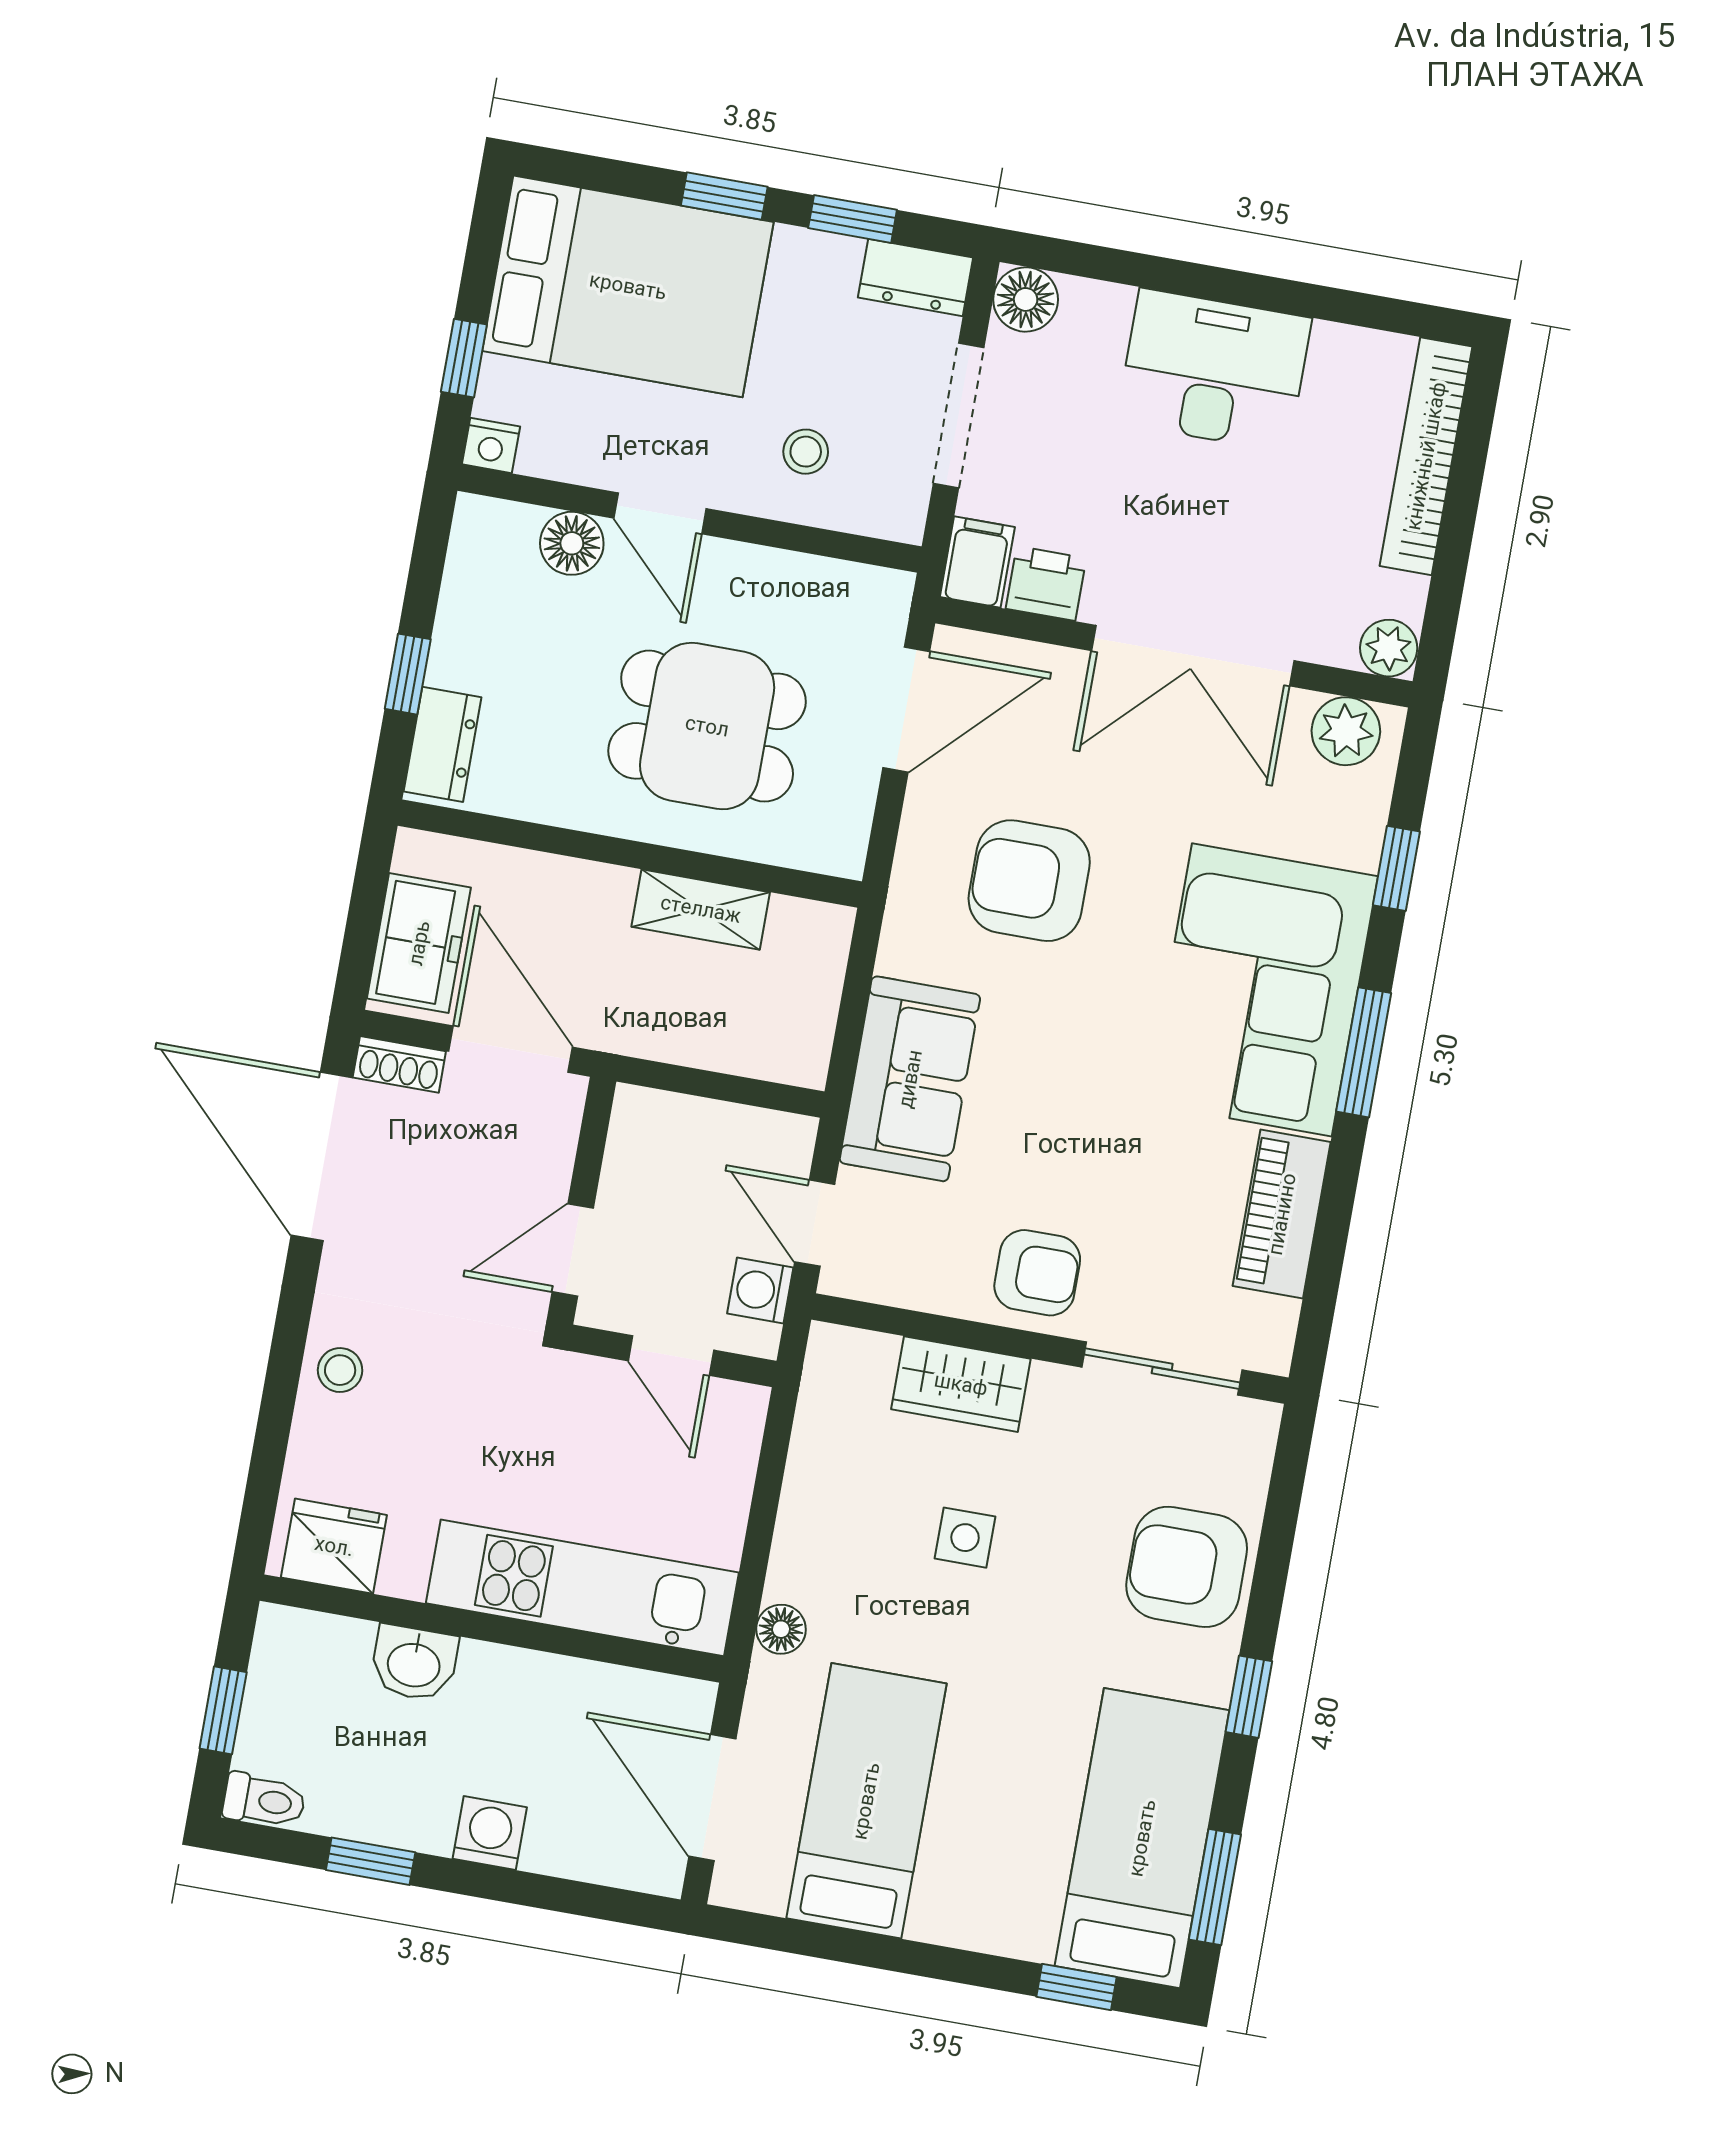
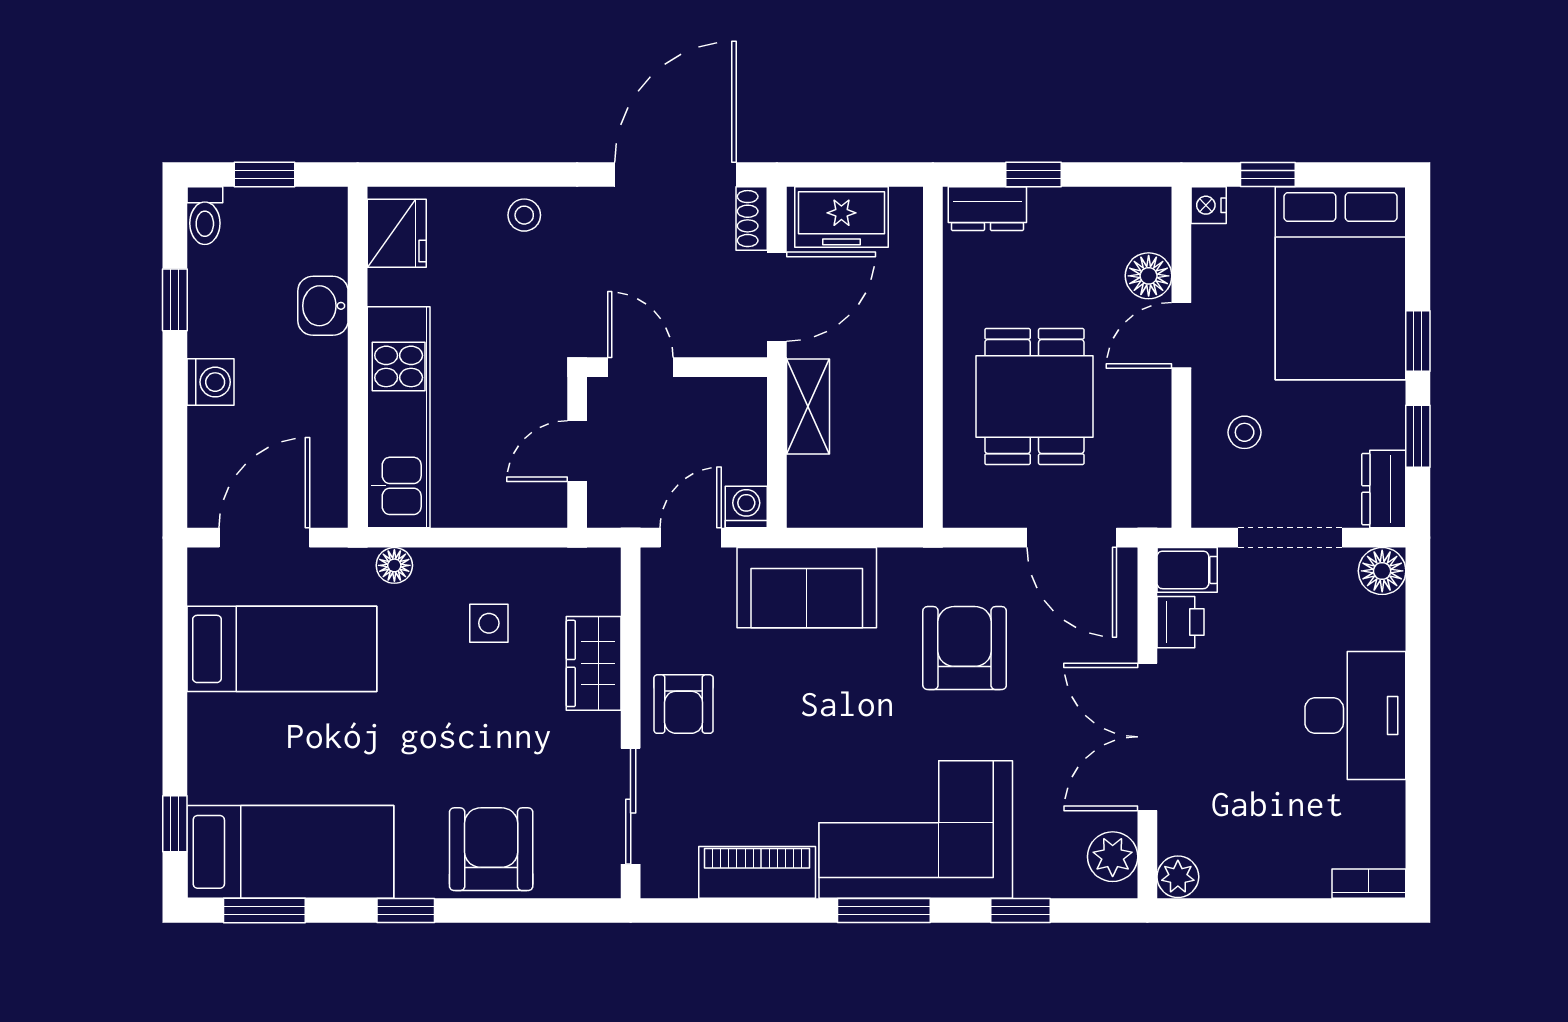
bookcase: (1426, 456) -> (1369, 884), width x0.43, depth x0.76
shelving: (701, 909) -> (808, 406), moved
washing machine: (760, 1290) -> (746, 507), moved
side table: (965, 1538) -> (489, 623), moved

